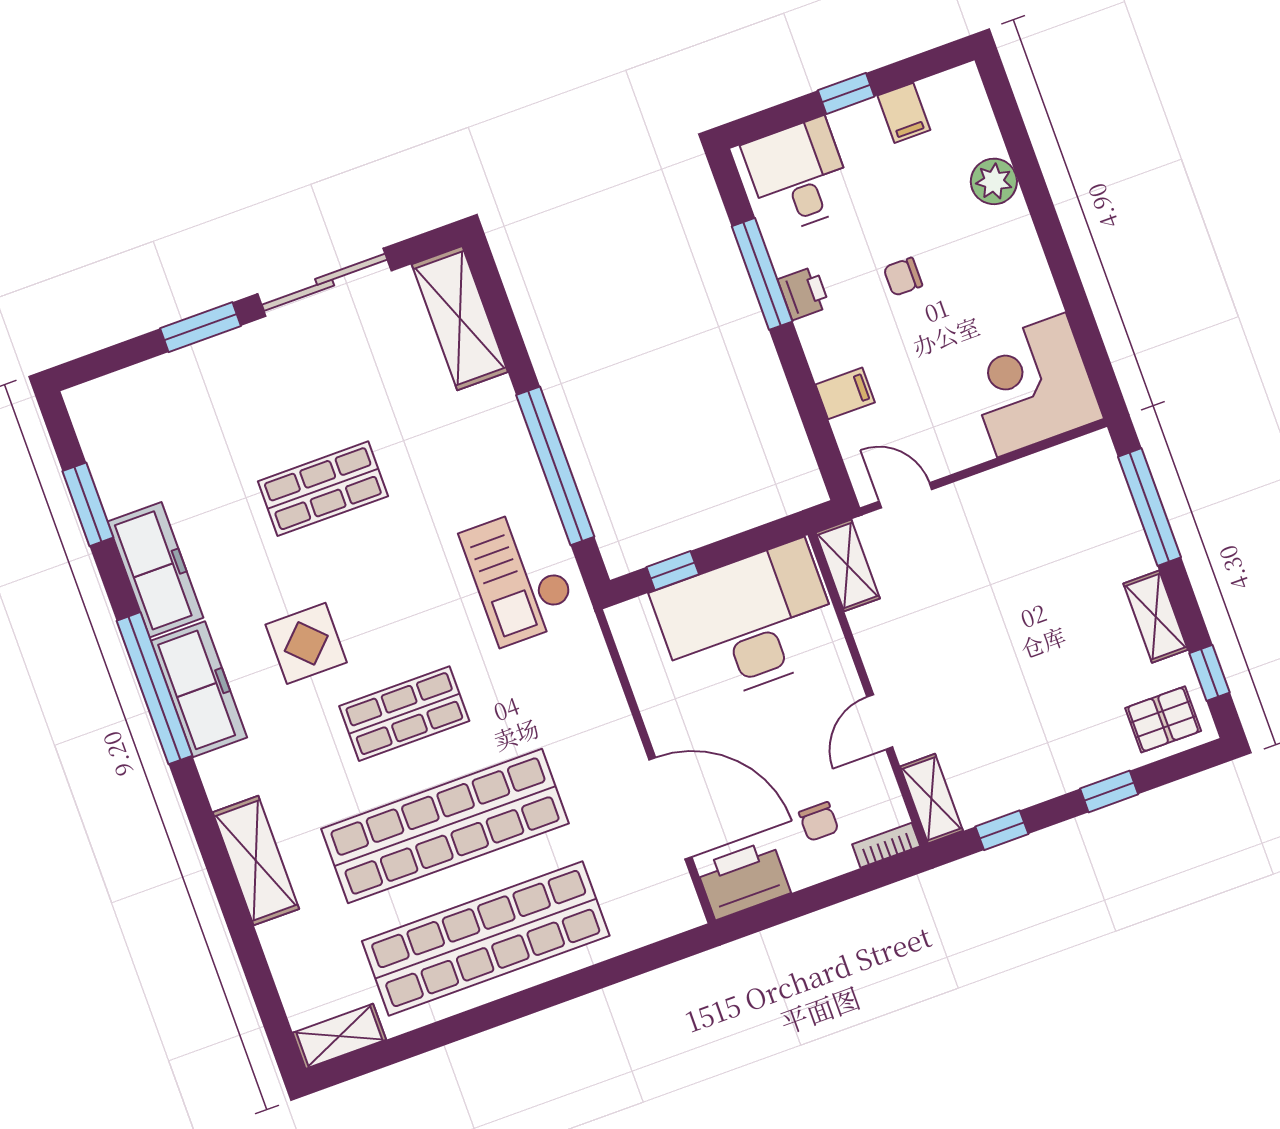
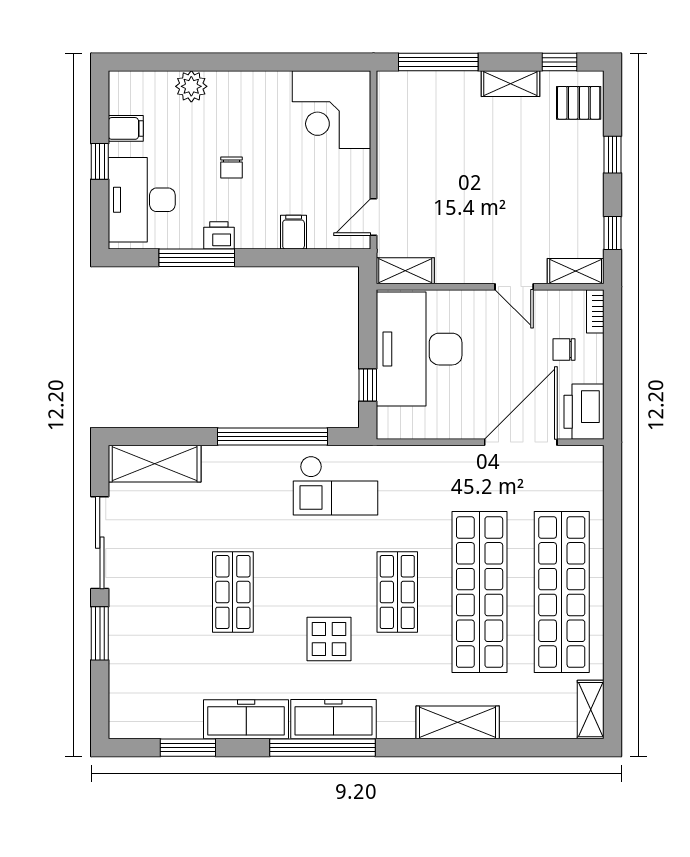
desk: (799, 176) -> (142, 200), width x1.37
pallet: (1163, 719) -> (579, 103), turned 90
chair: (819, 822) -> (564, 349), turned 180

